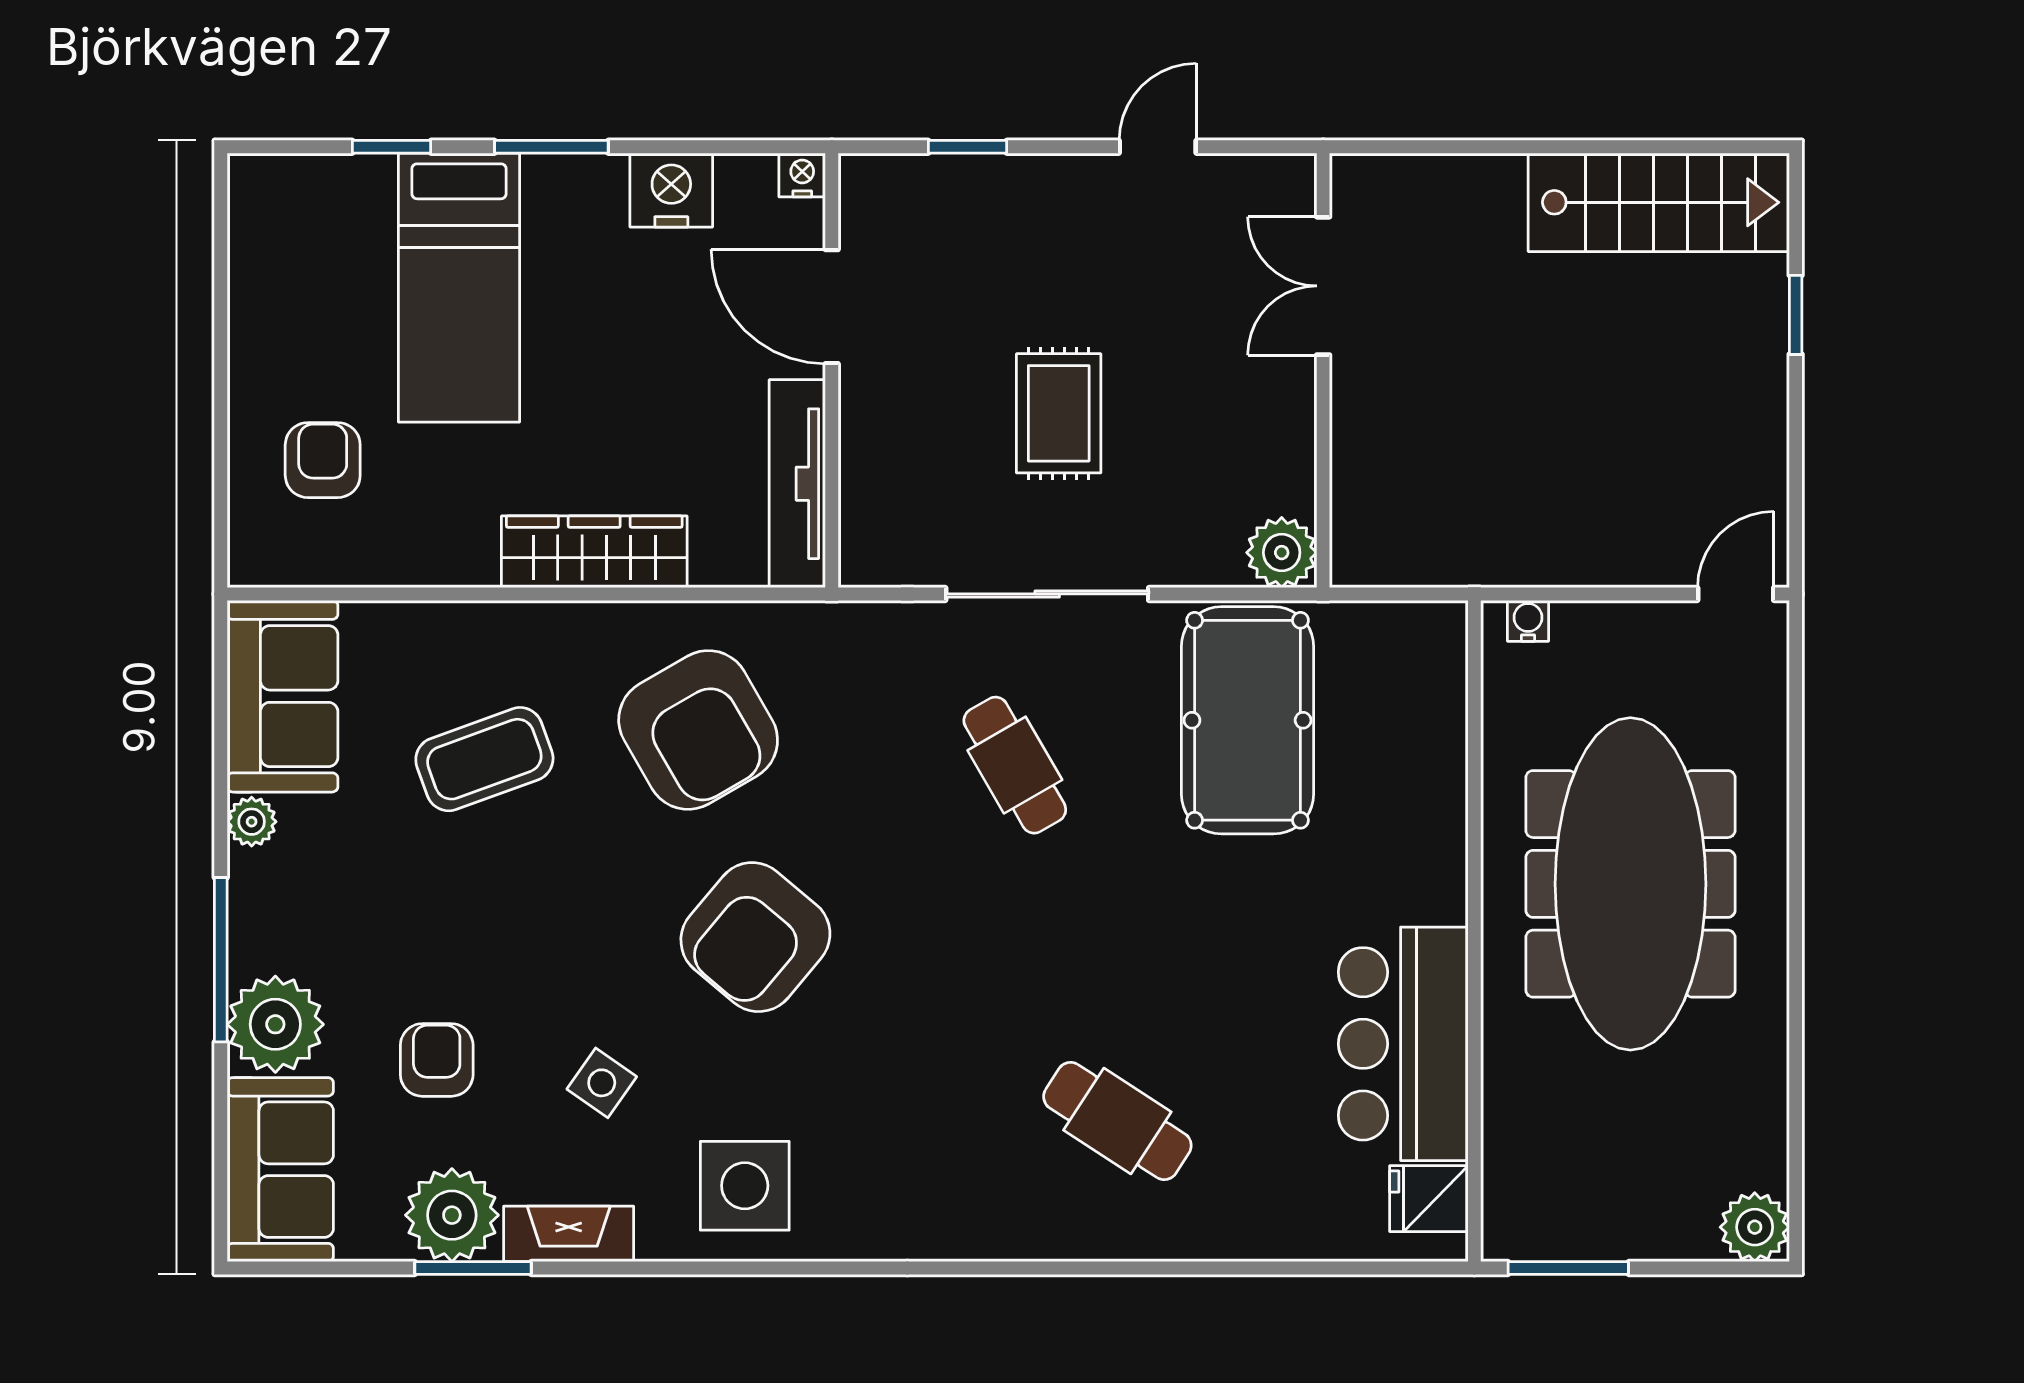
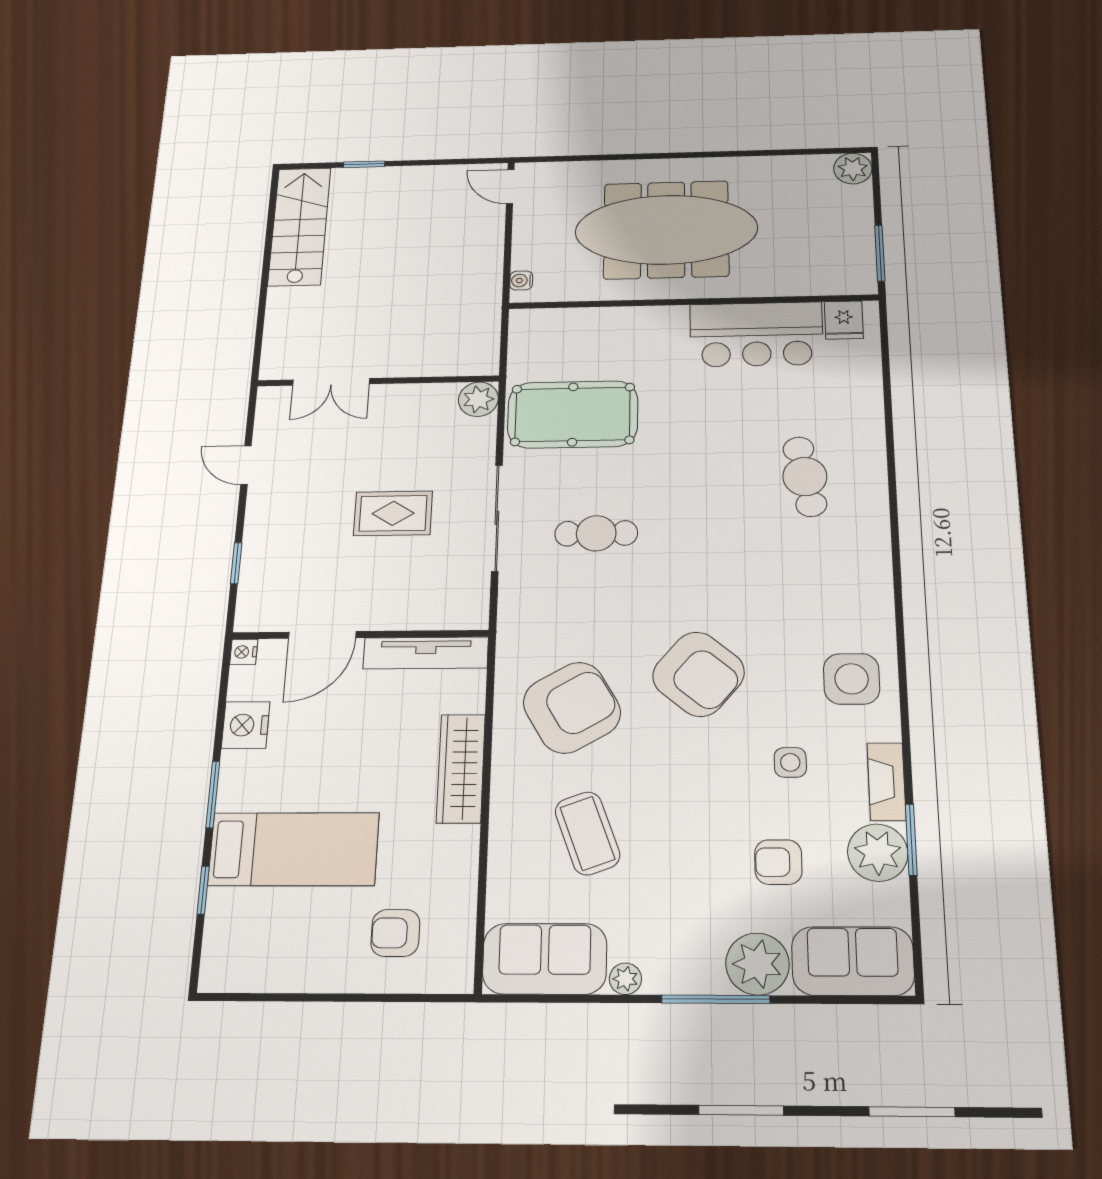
cafe table: (1015, 765) -> (596, 533), turned 30
side table: (602, 1083) -> (790, 762), turned -35
cafe table: (1117, 1121) -> (805, 477), turned -43

